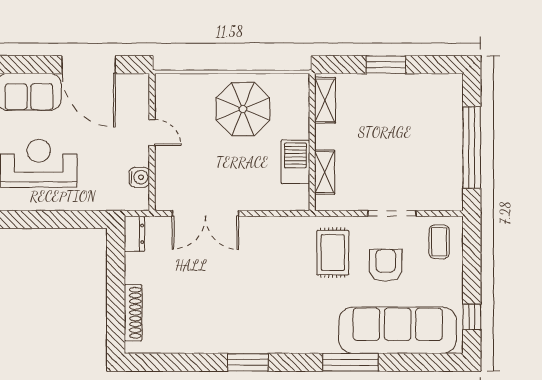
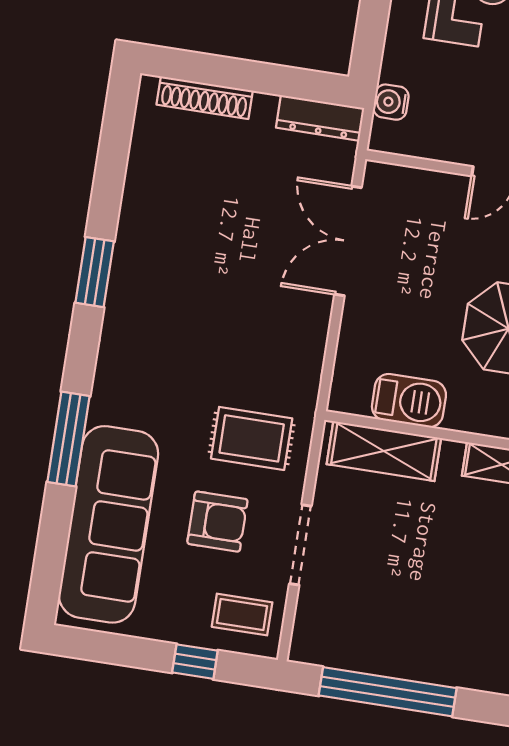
shelving: (325, 172) -> (384, 451), width x1.50, depth x1.33
water cooler: (139, 177) -> (391, 102), moved, turned 90
dresser: (134, 234) -> (320, 118), width x1.44
window: (472, 317) -> (195, 662), moved

